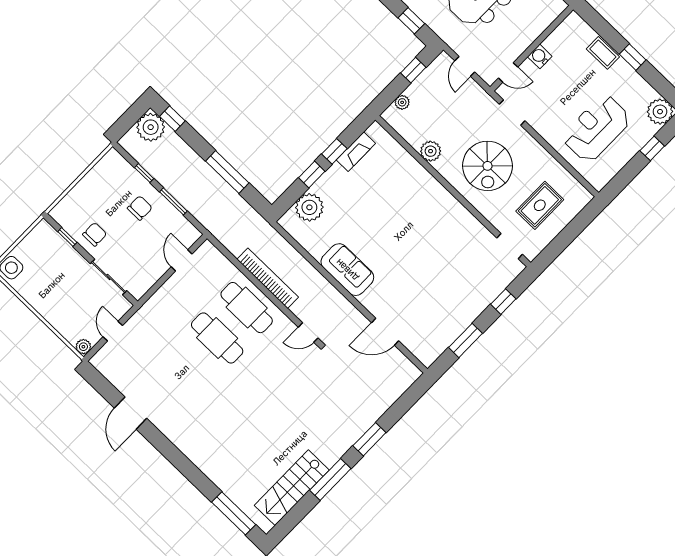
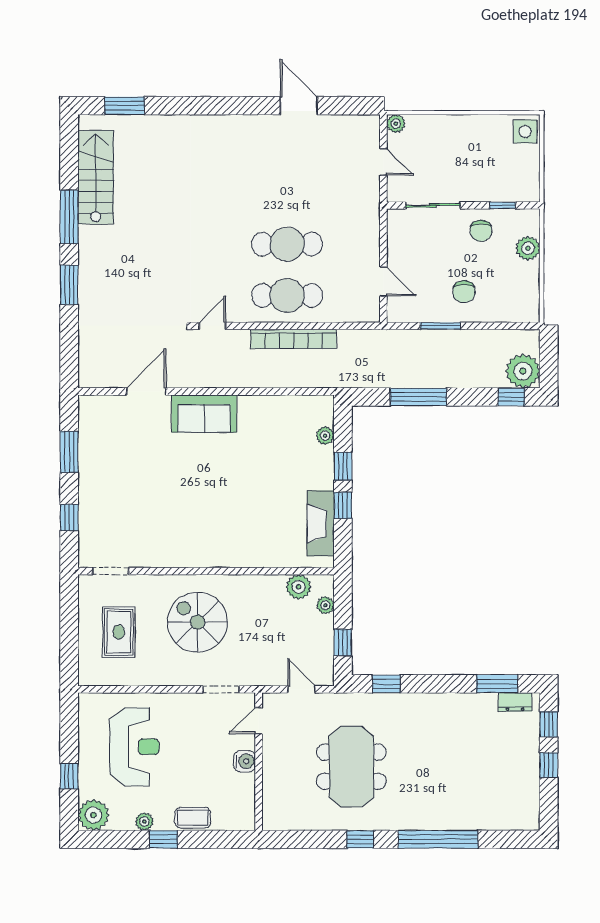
plant: (634, 78) -> (144, 822), added
plant: (431, 151) -> (299, 587), moved
fireplace: (356, 152) -> (321, 523), width x1.37, depth x1.32
window: (144, 173) -> (490, 326), removed
plant: (77, 197) -> (528, 248), added
plant: (309, 207) -> (325, 436), width x0.53, depth x0.53
sofa: (347, 270) -> (204, 414), moved
window: (234, 513) -> (124, 106), width x0.69

